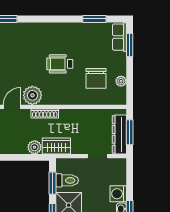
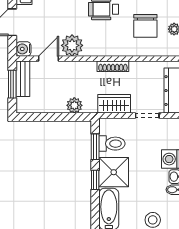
shoe rack: (45, 113) -> (113, 66), moved
wardrobe: (56, 146) -> (114, 104), moved

